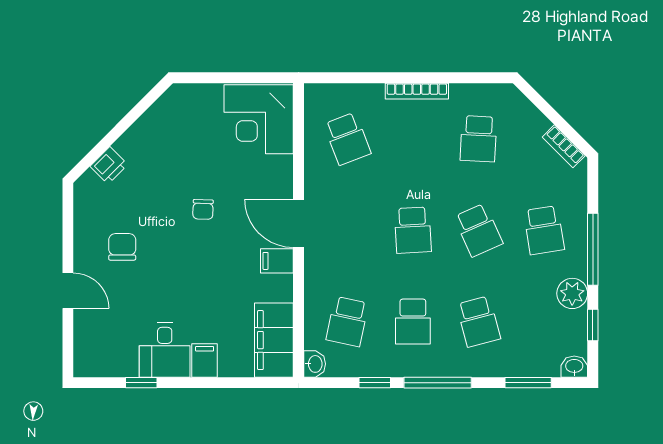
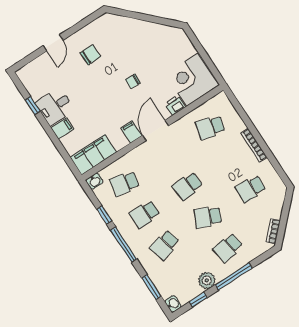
school desk: (347, 139) -> (210, 127), turned 36
printer: (109, 165) -> (175, 106), moved, turned 135
school desk: (478, 230) -> (208, 217), turned 48

